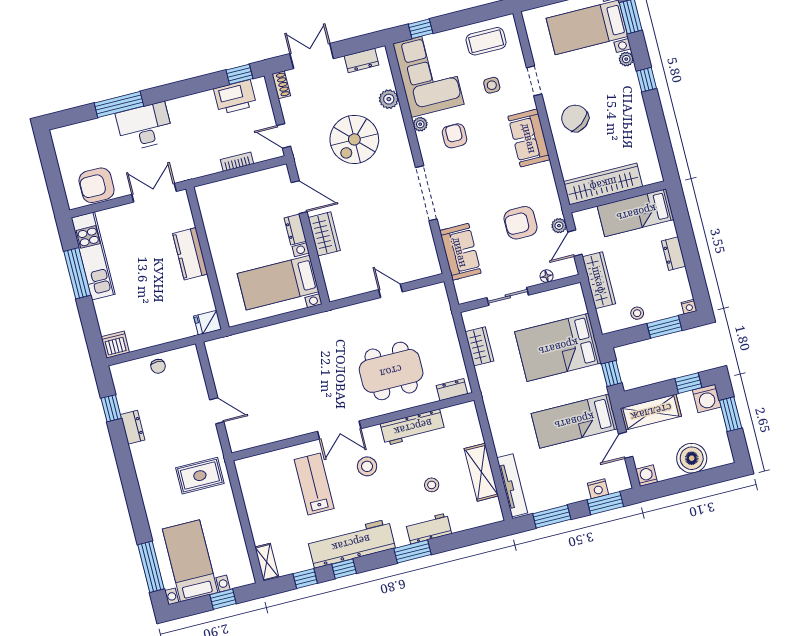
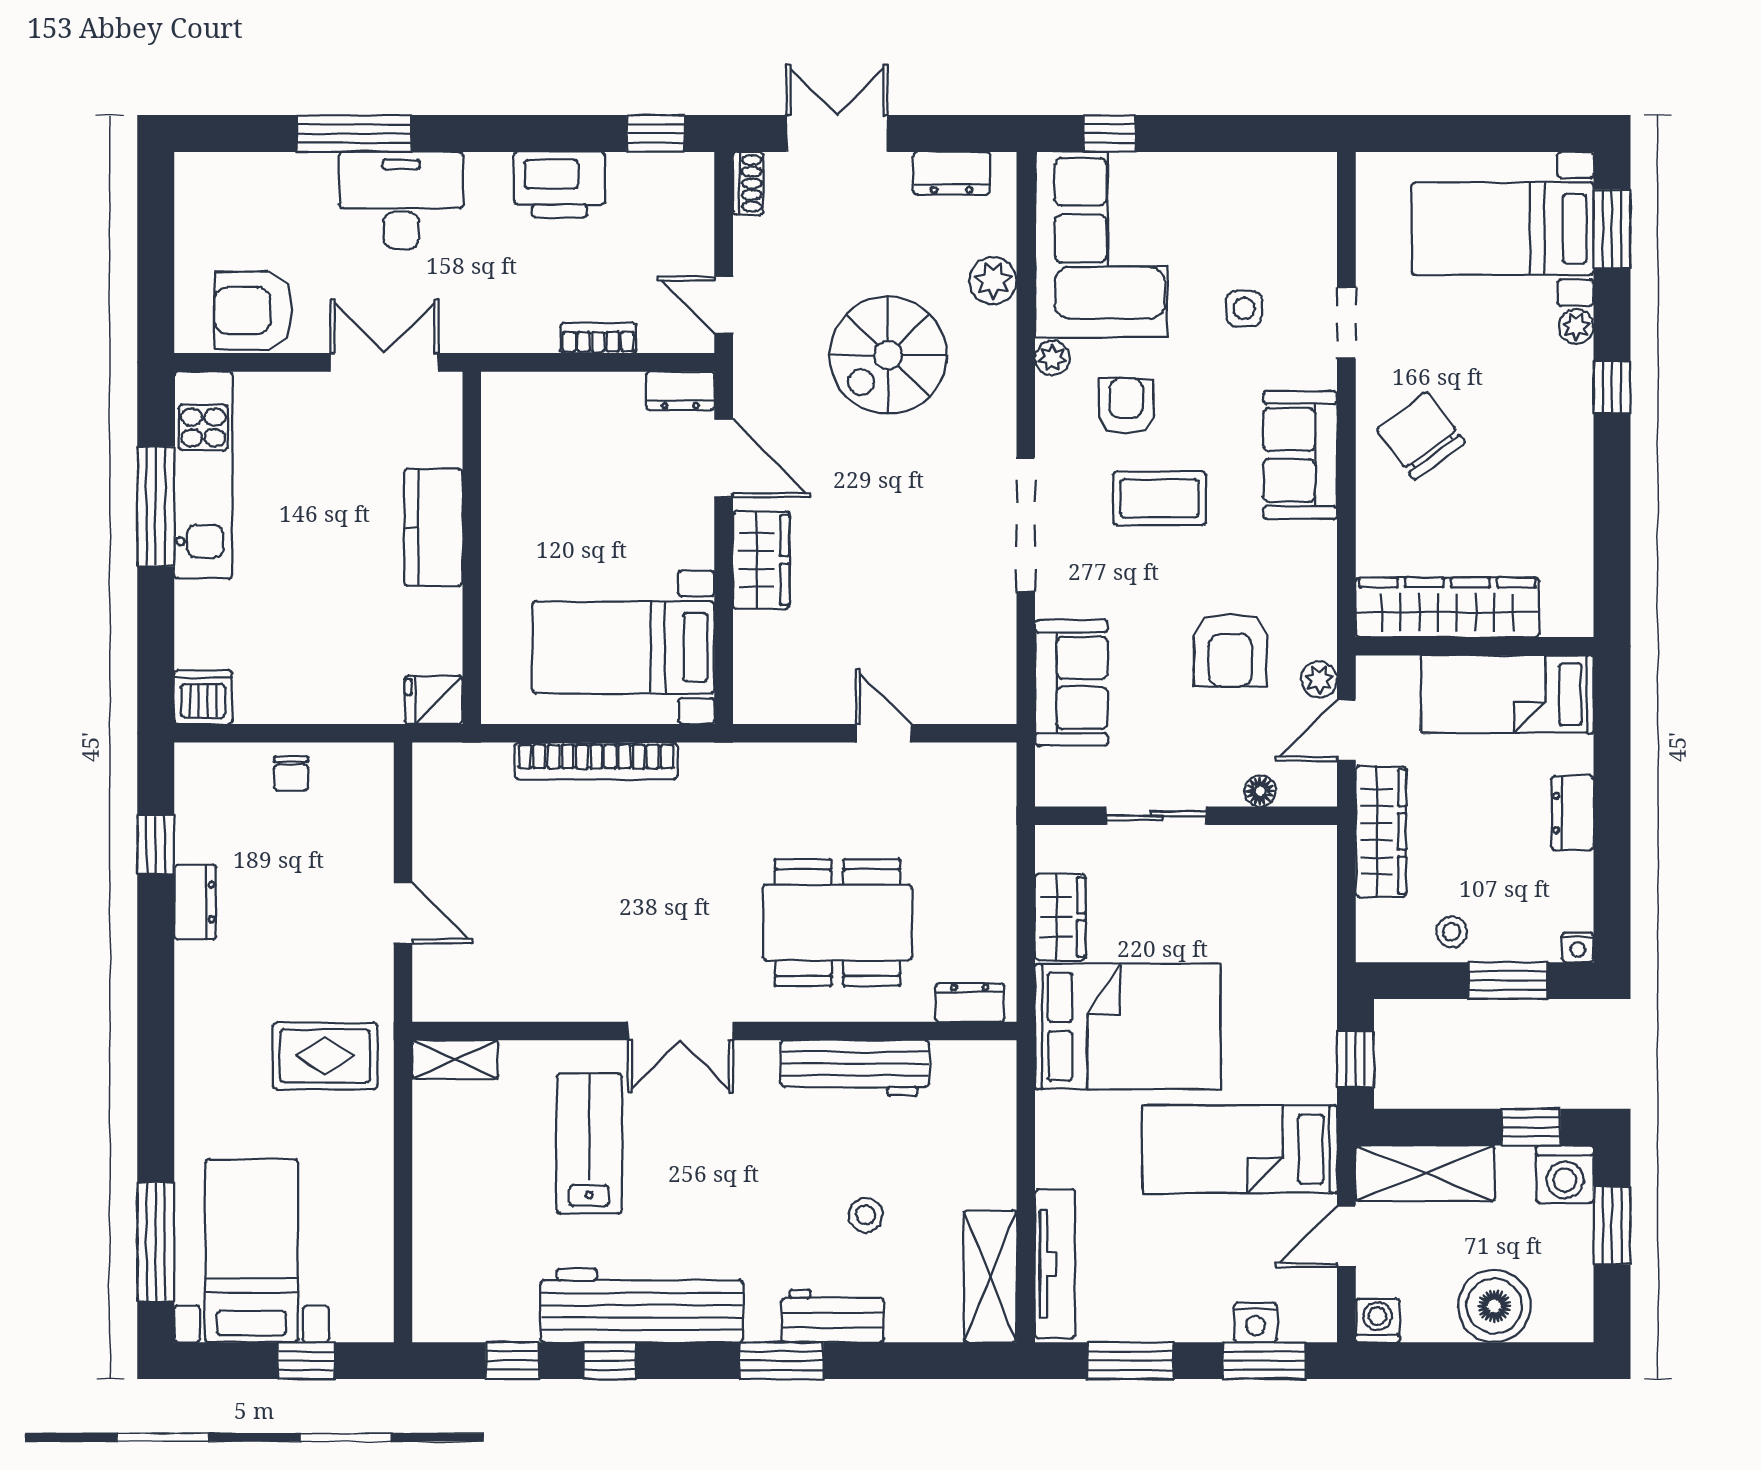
coffee table: (486, 41) -> (1160, 498), moved
printer: (235, 97) -> (559, 185), moved
armchair: (521, 223) -> (1230, 650), turned -90
dresser: (295, 230) -> (680, 391), moved, turned -90
bookcase: (279, 331) -> (596, 761), added
bed: (558, 347) -> (1128, 1027), moved, turned 180
stool: (367, 466) -> (724, 1133), removed
shelving: (481, 472) -> (990, 1276), moved
shelving: (267, 562) -> (455, 1059), moved, turned 90

